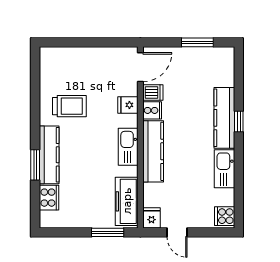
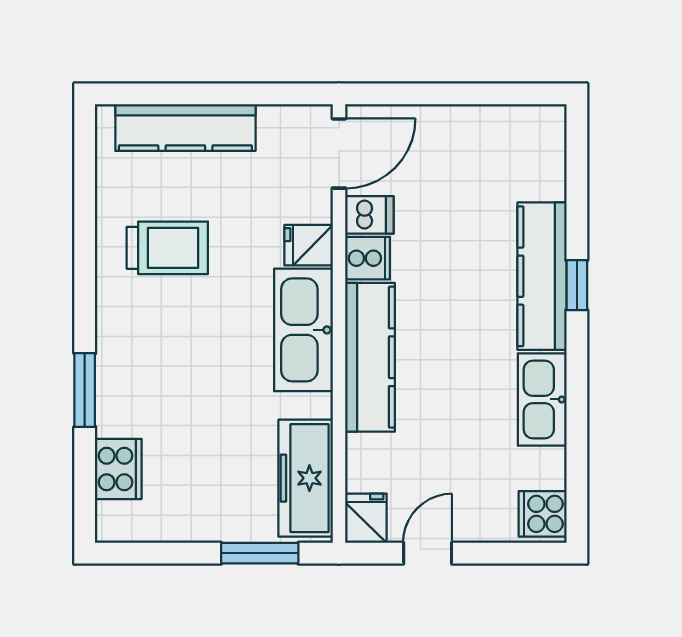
window: (197, 42) -> (477, 94), removed
kitchen sink: (128, 147) -> (303, 330), width x1.36, depth x1.24
kitchen counter: (49, 155) -> (185, 128), moved, turned 90
door: (177, 232) -> (428, 553), swing flipped

